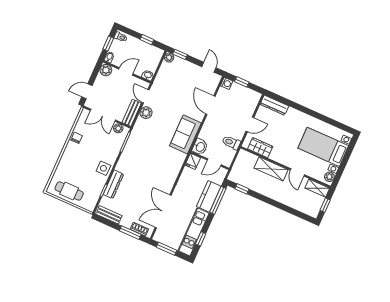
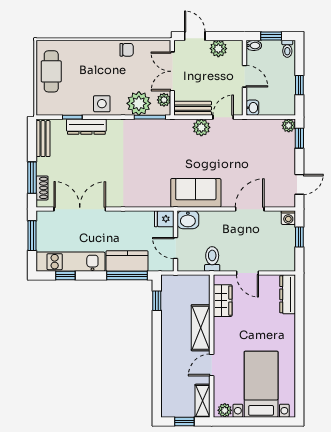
plant: (106, 70) -> (218, 49), moved
plant: (114, 145) -> (139, 103), added

